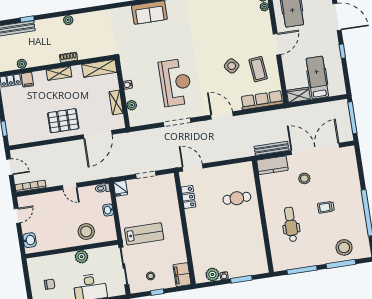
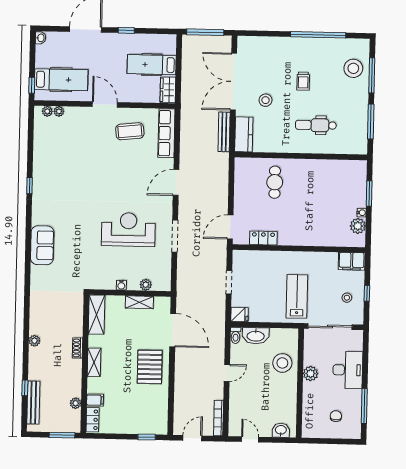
side table: (232, 66) -> (121, 161), removed
washbasin: (108, 210) -> (256, 336), width x1.91, depth x1.45

